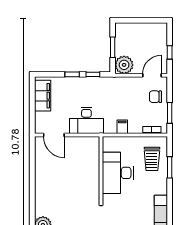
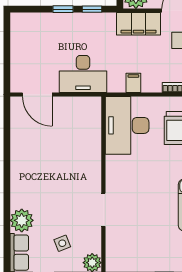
filing cabinet: (43, 96) -> (139, 24), moved, turned 90
desk: (118, 173) -> (127, 125), moved

